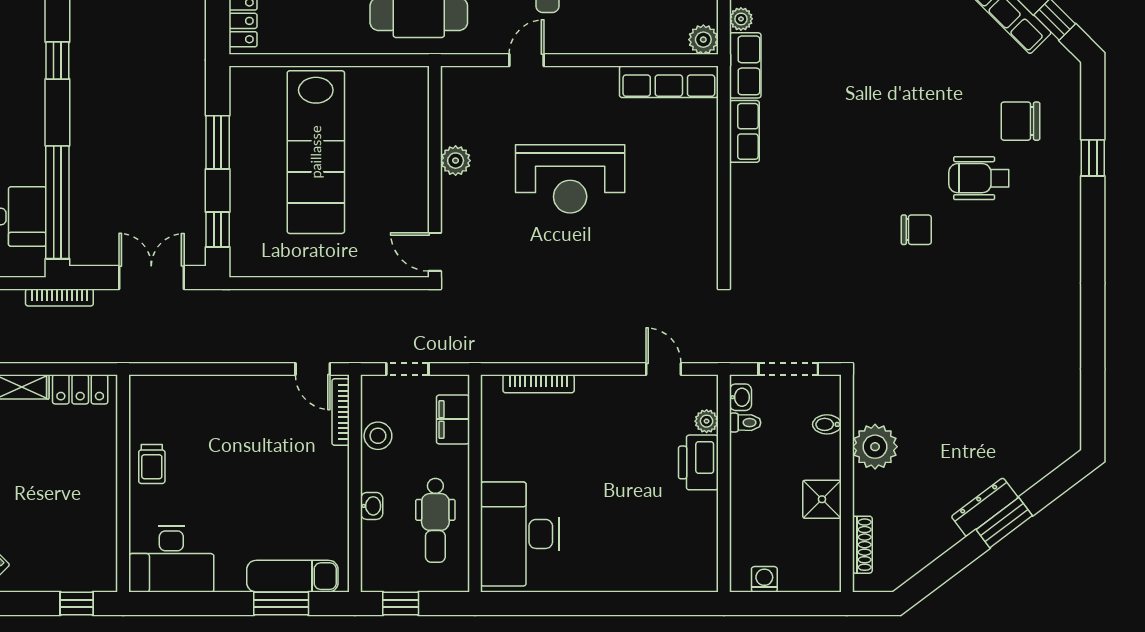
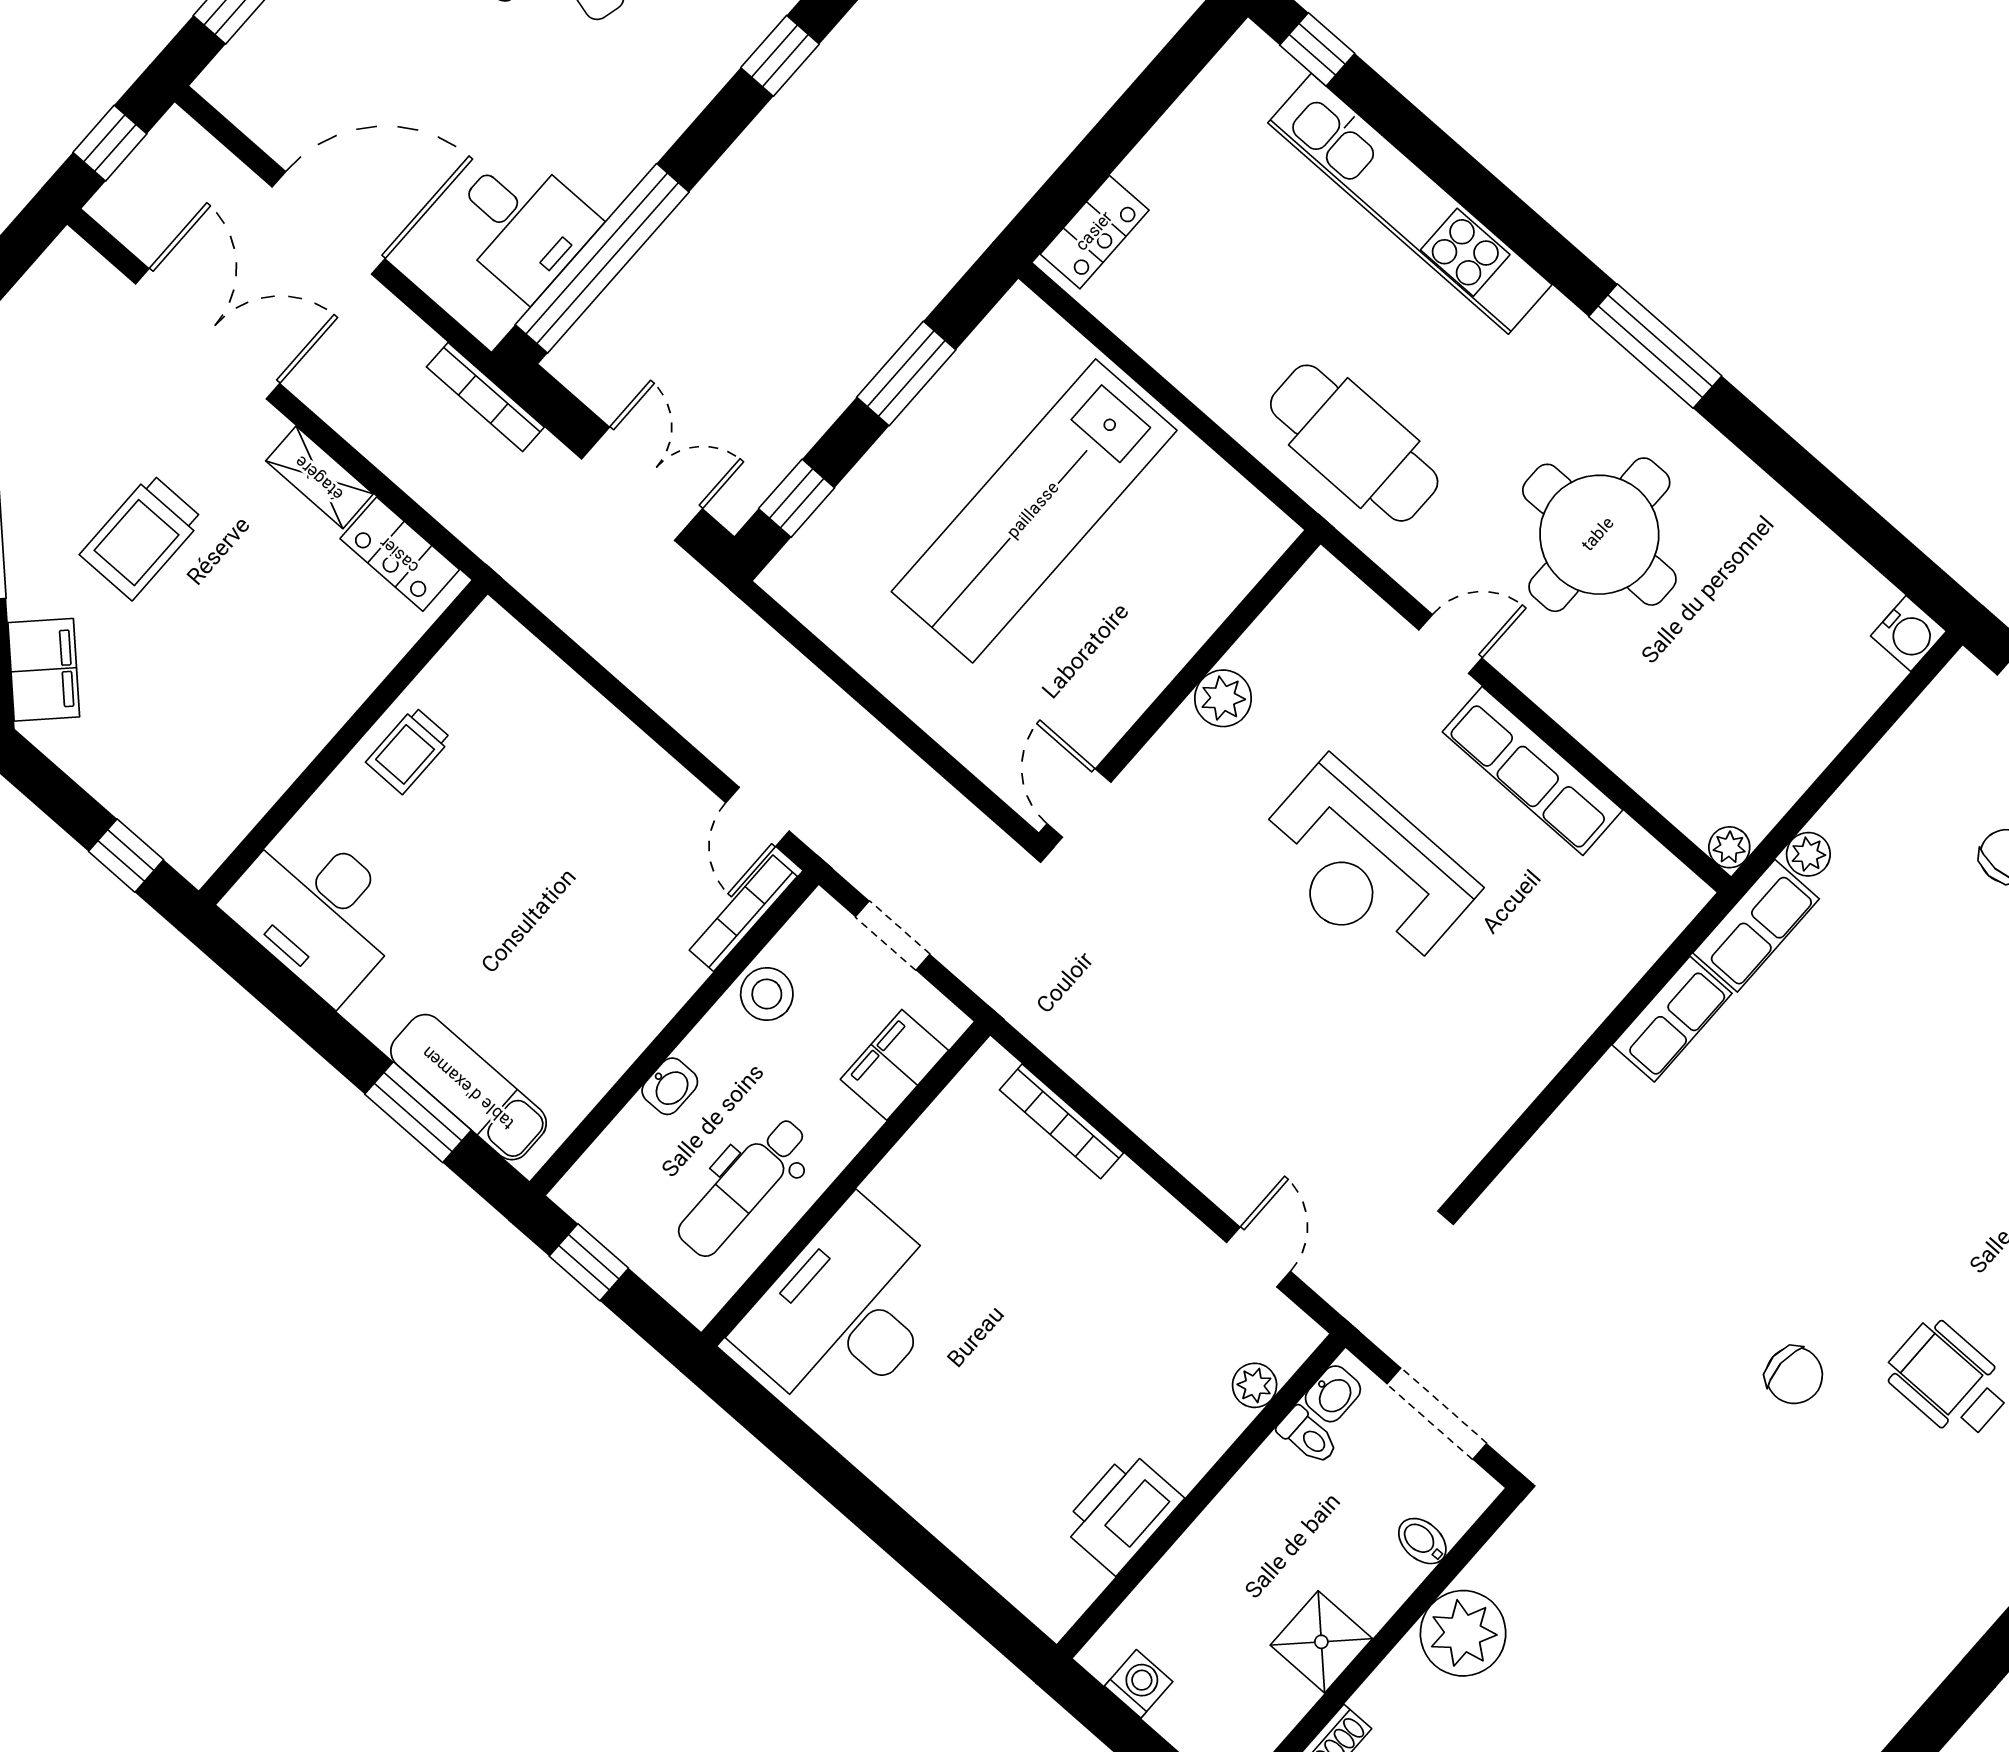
plant: (703, 40) -> (1729, 847), width x0.73, depth x0.73
row of seats: (669, 82) -> (1533, 771), moved
printer: (698, 462) -> (1122, 1513), moved

